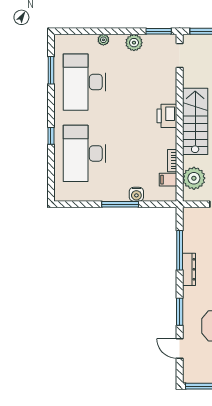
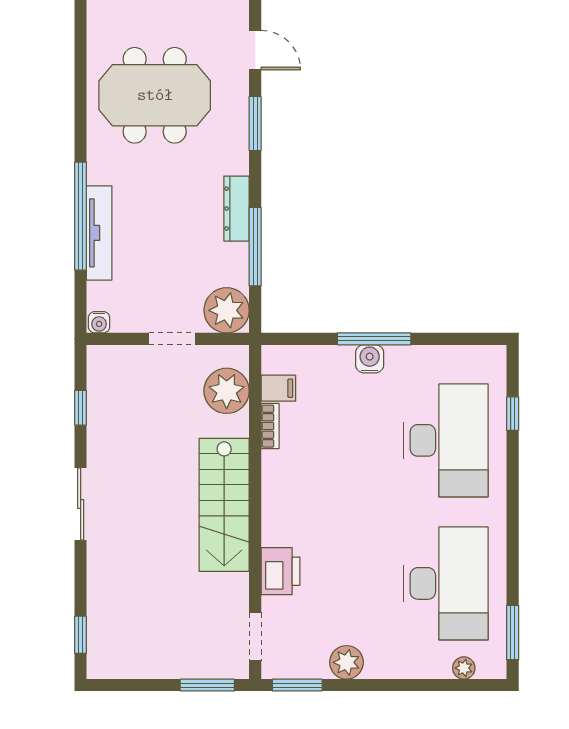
plant: (103, 40) -> (464, 668), moved
window: (51, 70) -> (513, 633), moved
printer: (167, 116) -> (281, 571), moved
window: (51, 136) -> (513, 414), moved
water cooler: (136, 194) -> (370, 359), moved
plant: (194, 218) -> (227, 310), added

